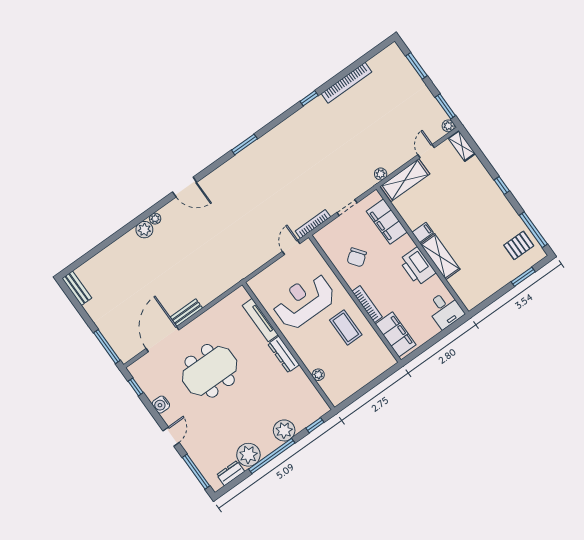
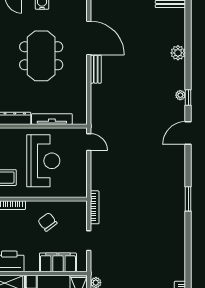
window: (309, 98) -> (188, 97), moved
plant: (144, 230) -> (178, 53), moved
door: (291, 247) -> (89, 142), moved

